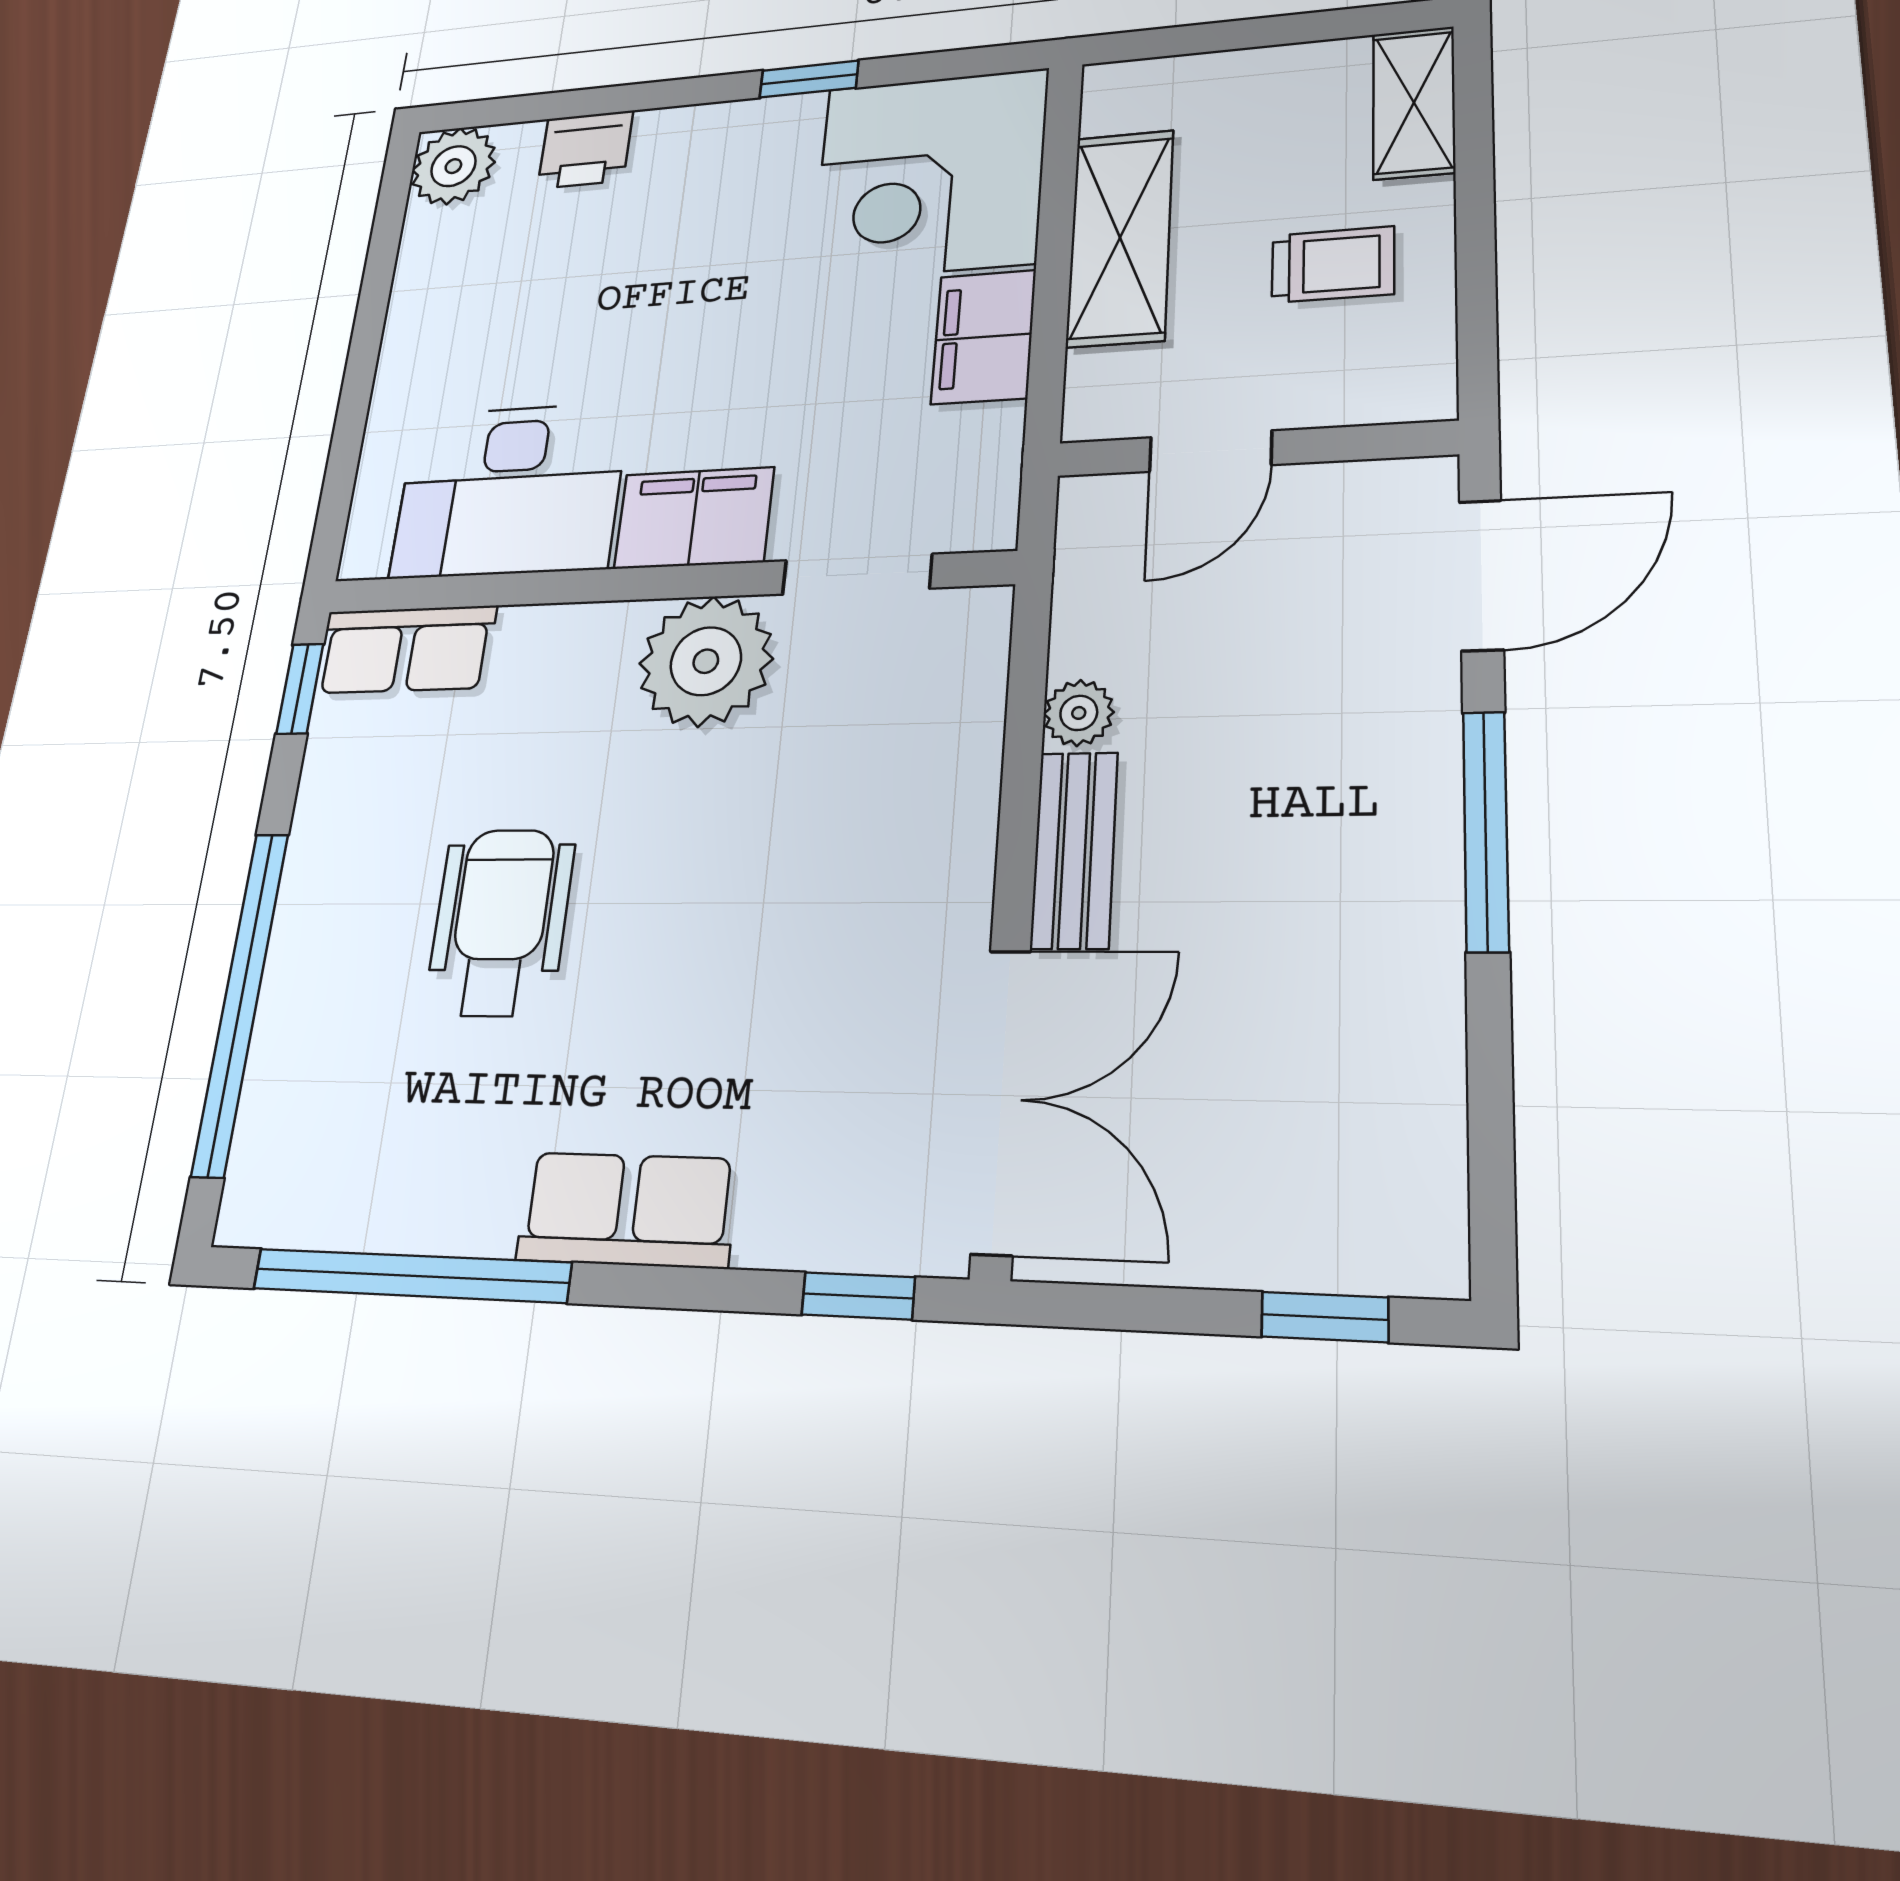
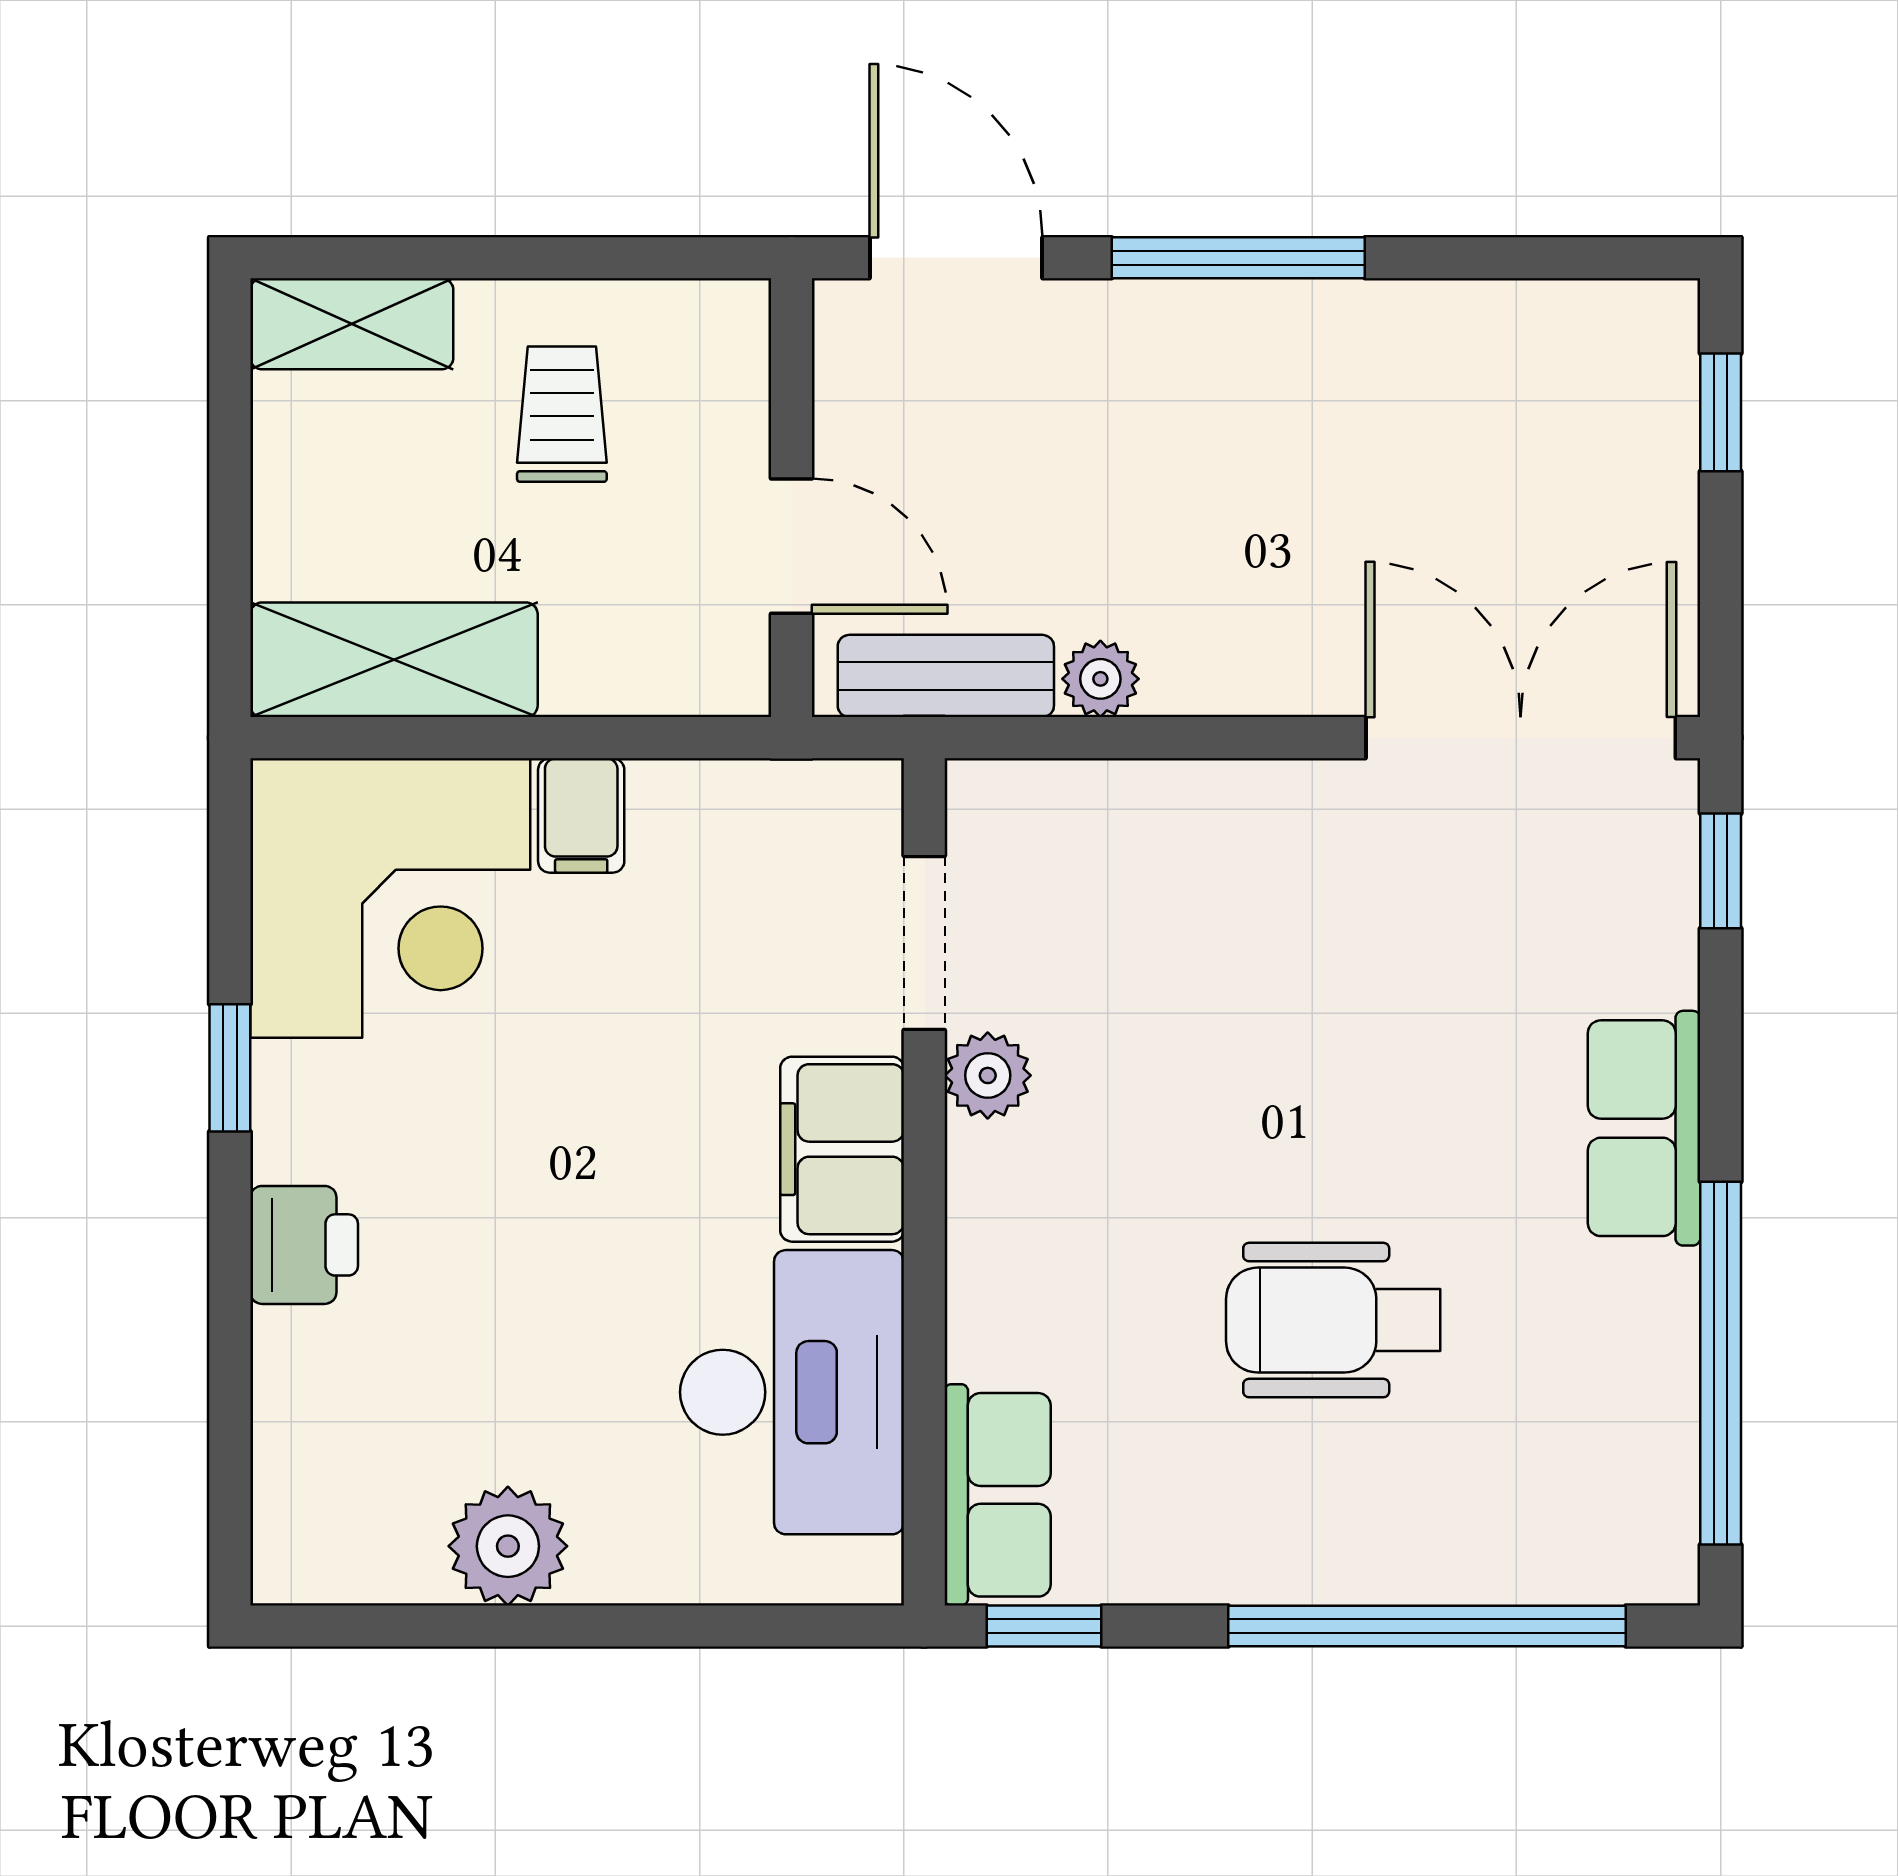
printer: (585, 150) -> (304, 1245), moved
plant: (453, 166) -> (508, 1546), moved
shelving: (1120, 238) -> (394, 660), moved
filing cabinet: (984, 337) -> (581, 815), width x0.50
plant: (706, 661) -> (988, 1075), width x0.53, depth x0.53
bench: (1074, 850) -> (946, 676), moved

